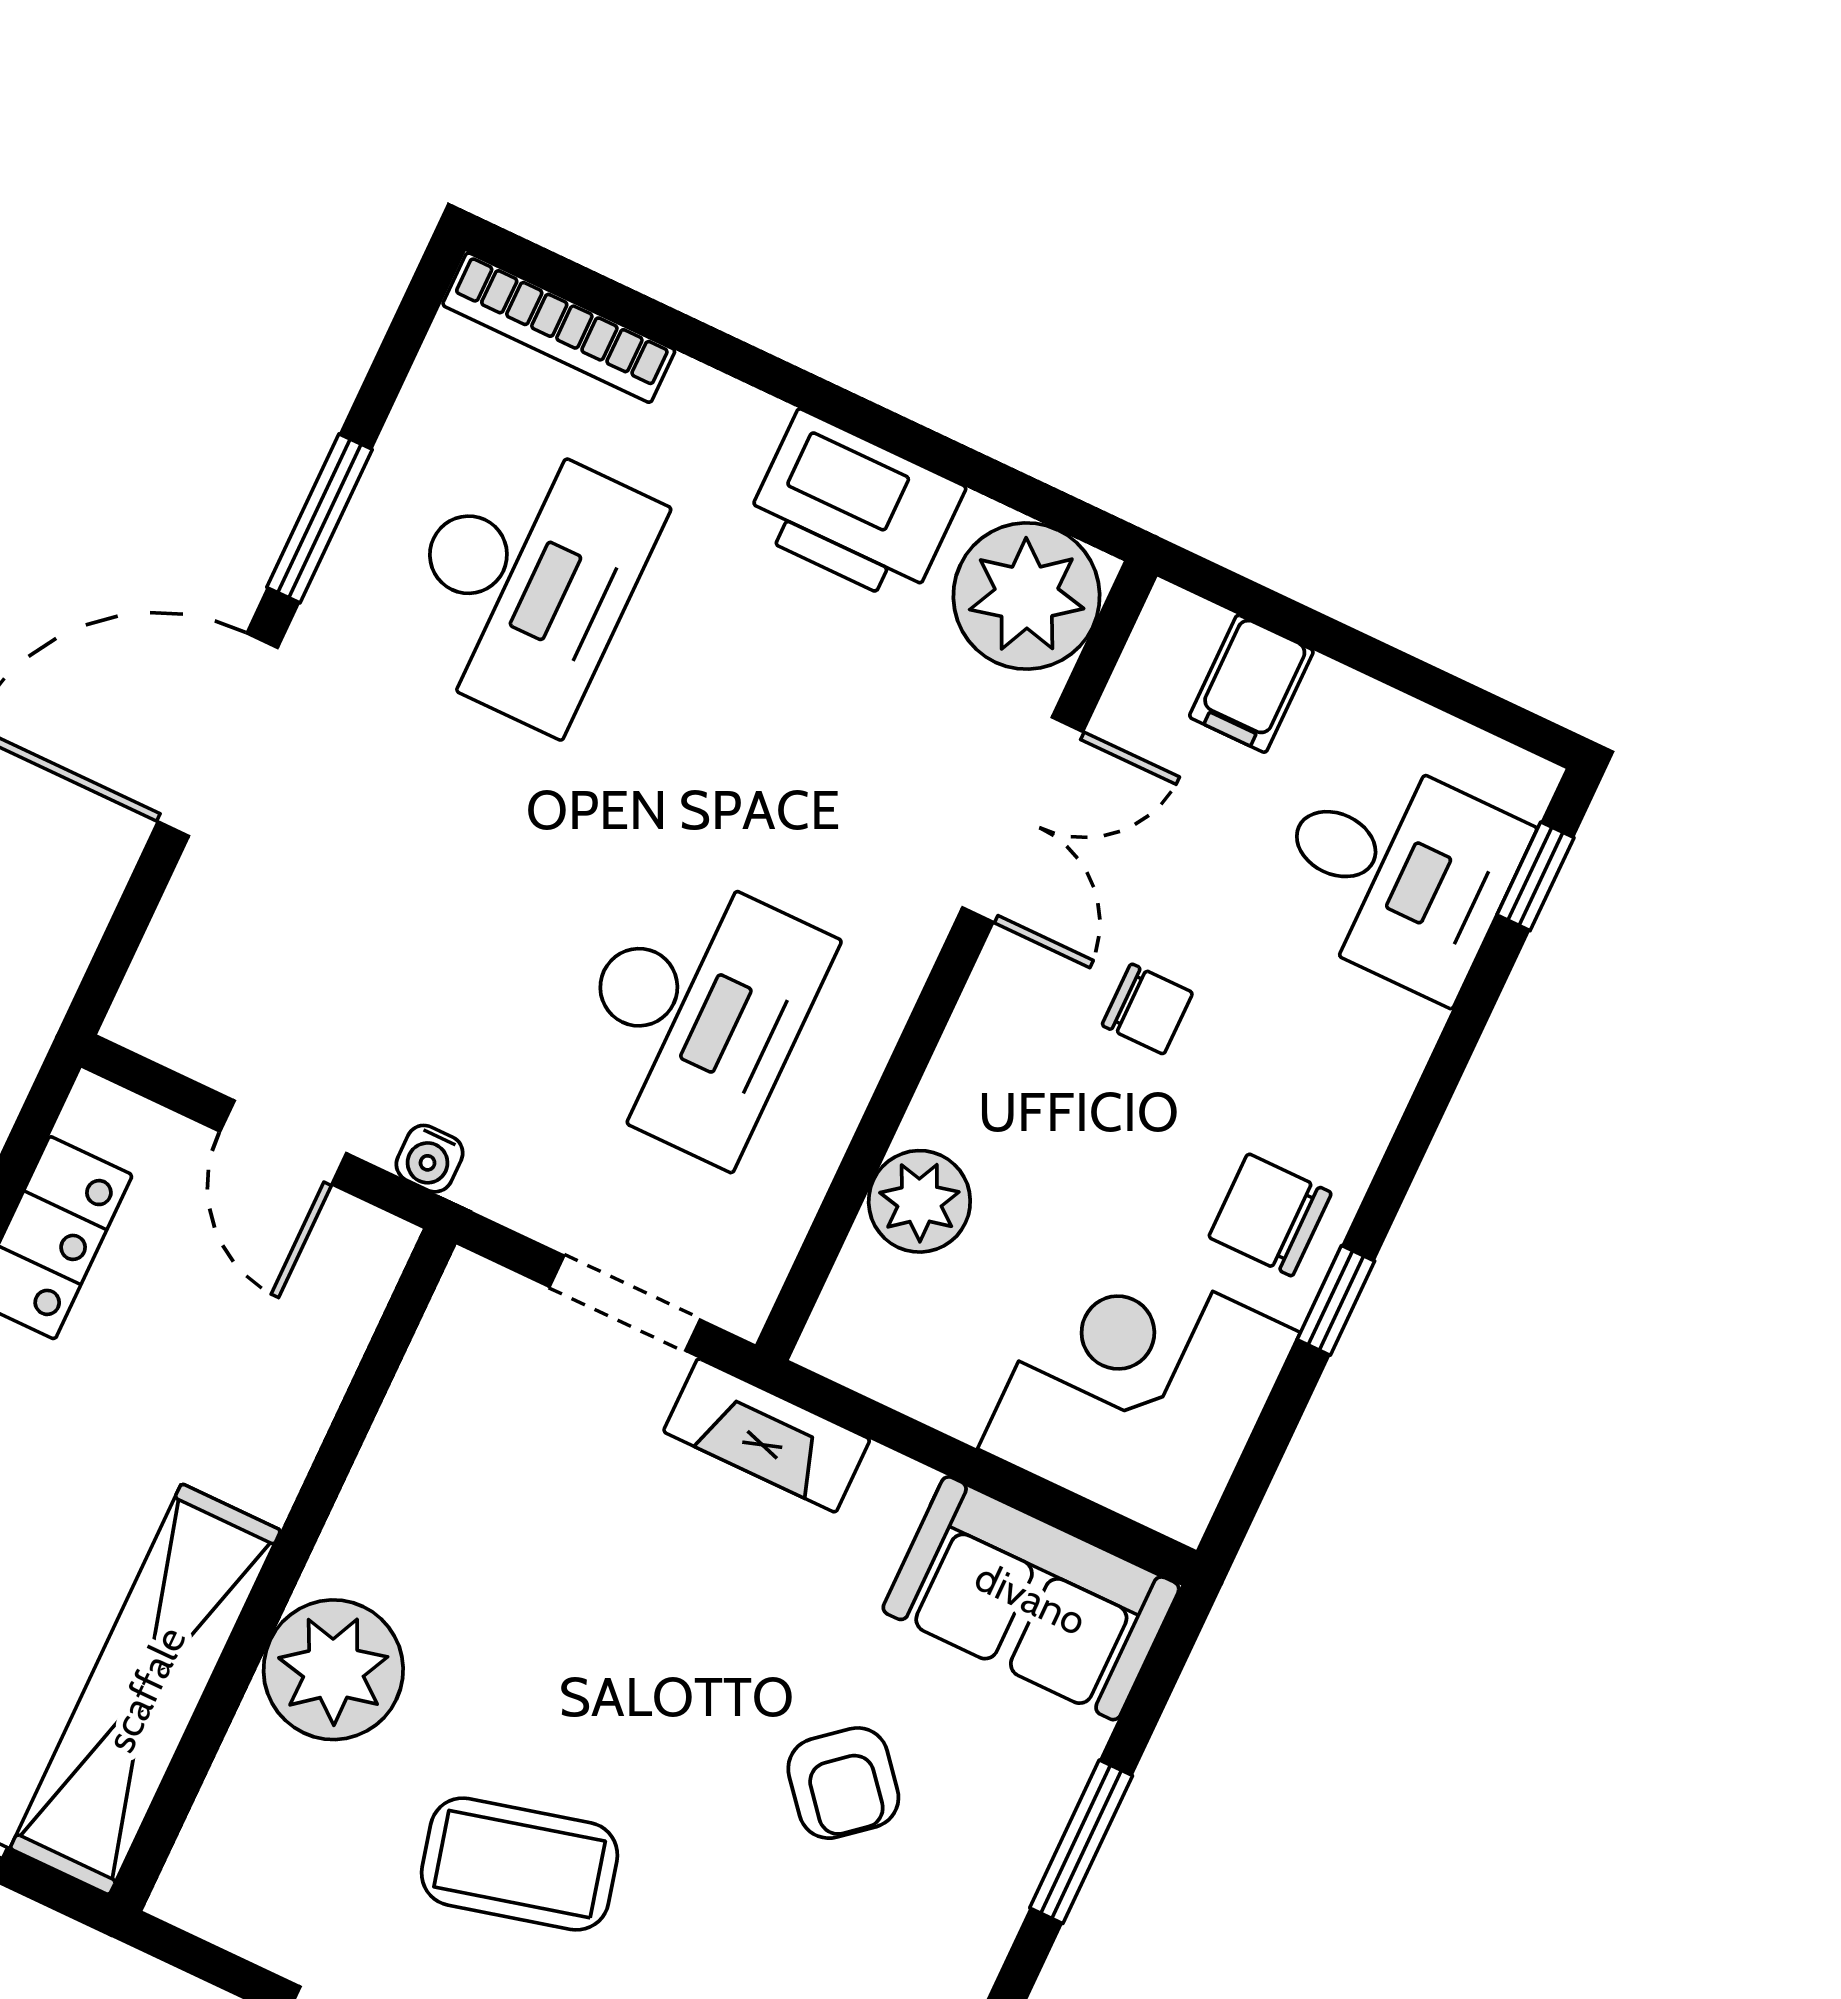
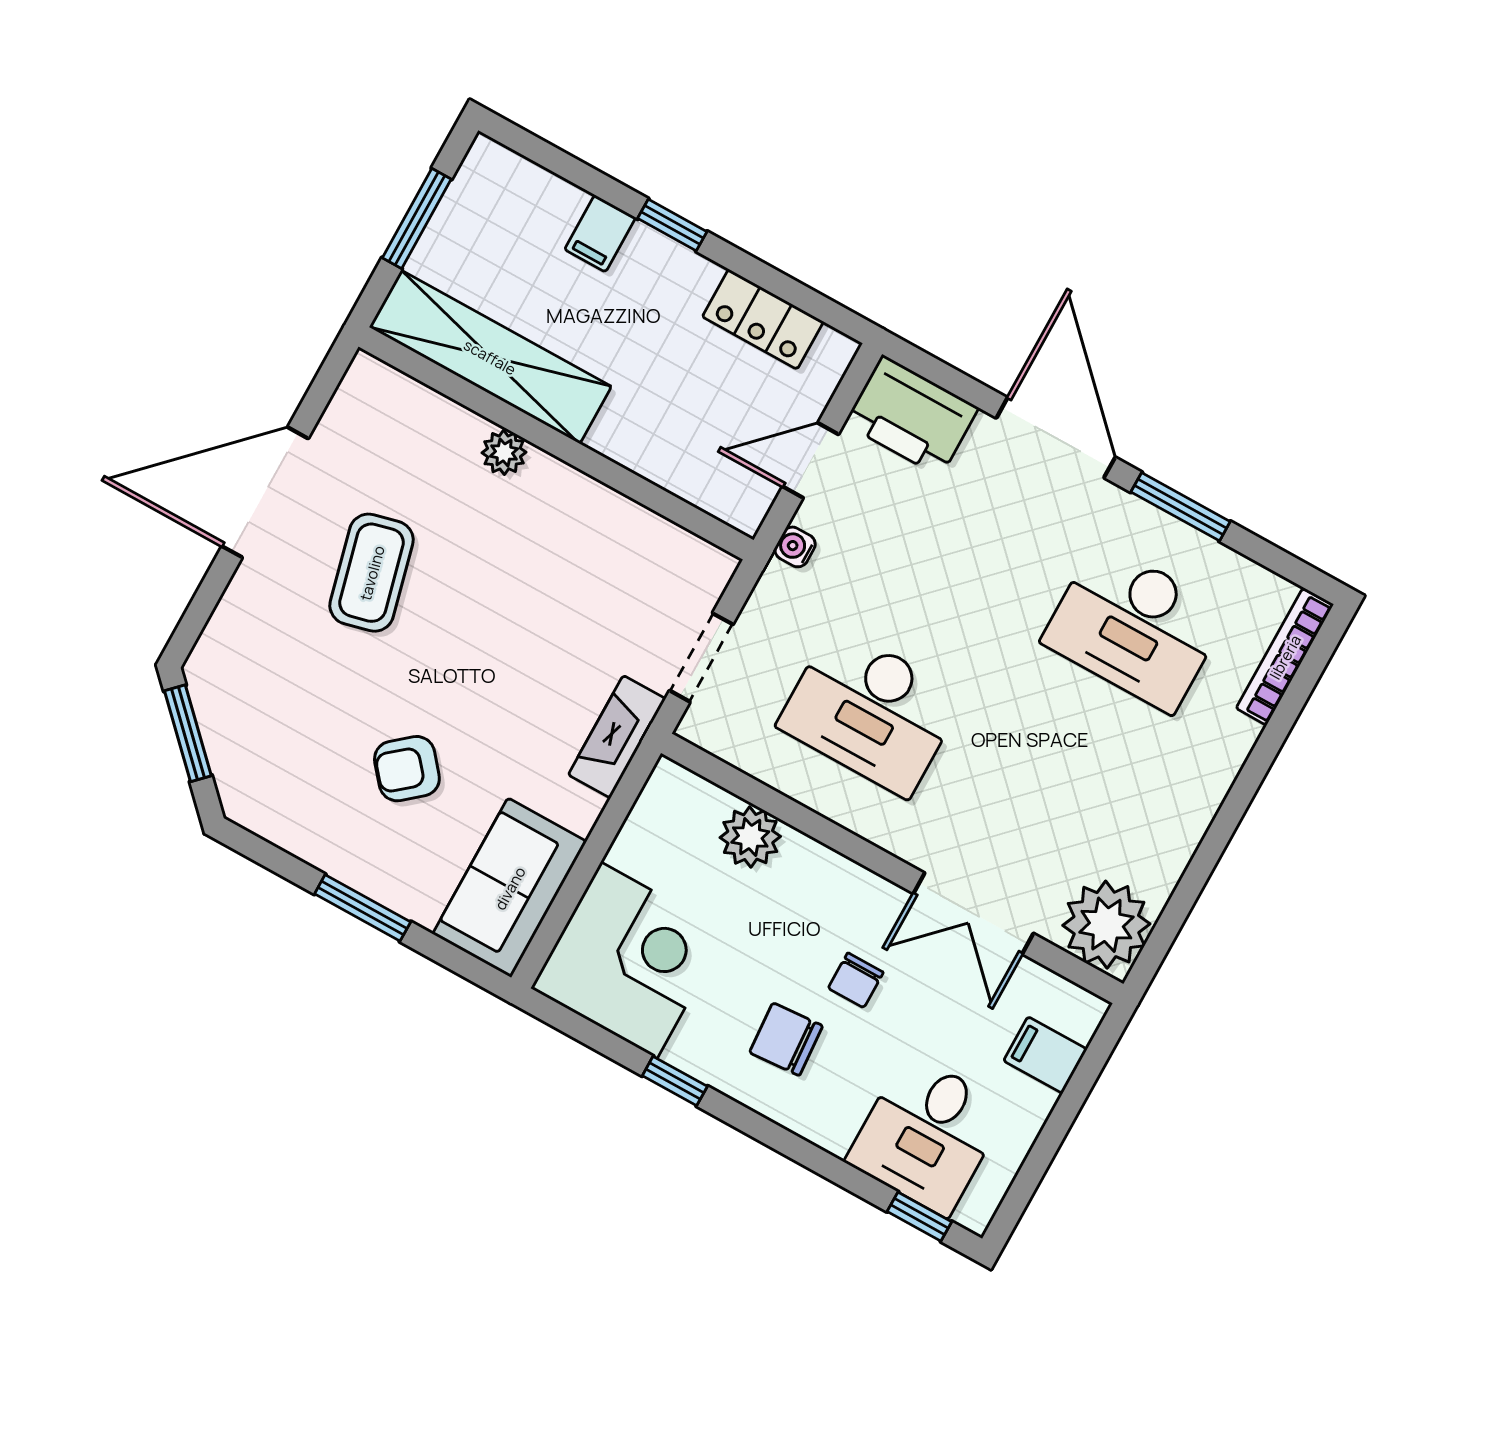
printer: (854, 508) -> (911, 416), moved, turned -90
chair: (1270, 1215) -> (786, 1039), moved, turned -94
plant: (333, 1670) -> (504, 452), width x0.53, depth x0.53

